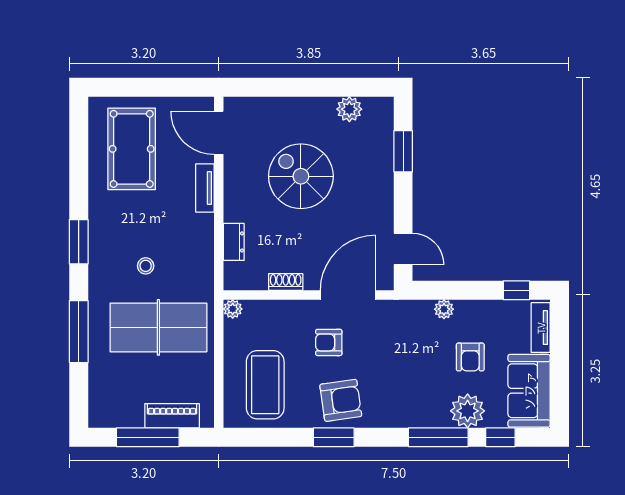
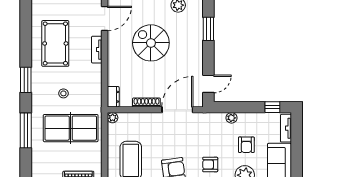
door: (219, 133) -> (105, 18), swing flipped
pool table: (132, 149) -> (55, 43), moved
dresser: (234, 242) -> (113, 97), moved
door: (403, 249) -> (208, 84), hinge flipped
shoe rack: (286, 282) -> (146, 102), width x1.43
armchair: (329, 342) -> (210, 165), moved

